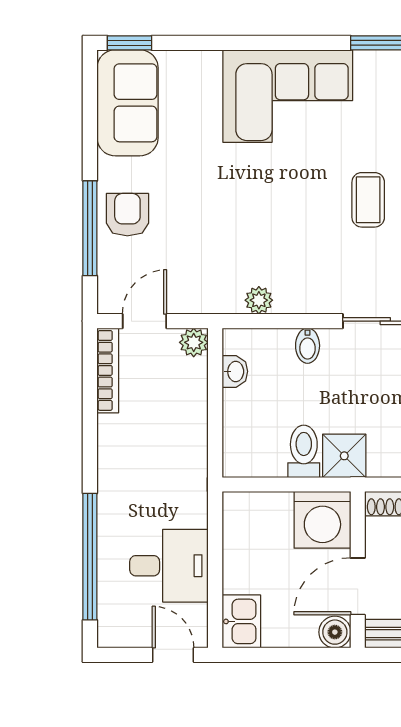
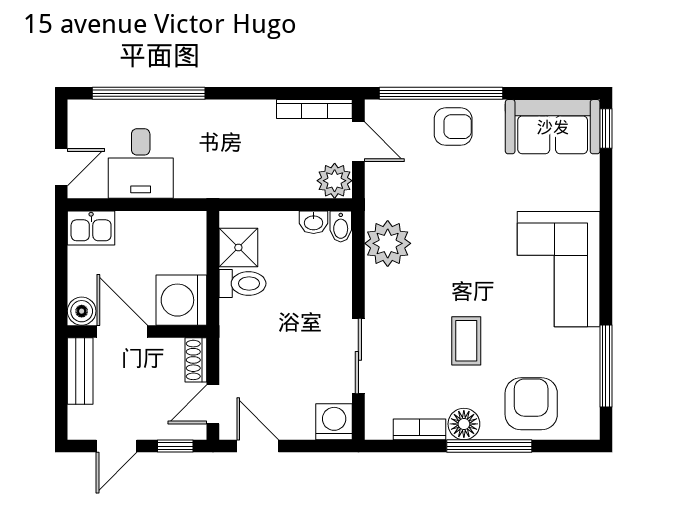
coffee table: (368, 200) -> (466, 341), turned 90
window: (90, 228) -> (441, 93), width x1.46
plant: (259, 300) -> (388, 243), width x1.87, depth x1.87
plant: (194, 342) -> (335, 181), width x1.38, depth x1.38
bidet: (308, 346) -> (341, 227), moved, turned -90
shower: (344, 456) -> (238, 248), moved

